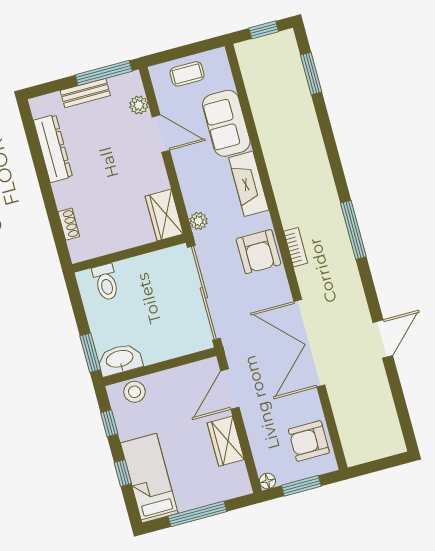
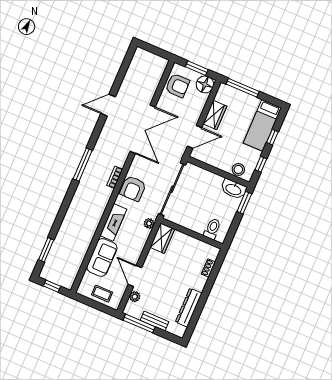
armchair: (258, 252) -> (133, 188), turned 180
floor lamp: (267, 481) -> (205, 84), width x1.89, depth x1.89
window: (197, 514) -> (243, 88), moved

